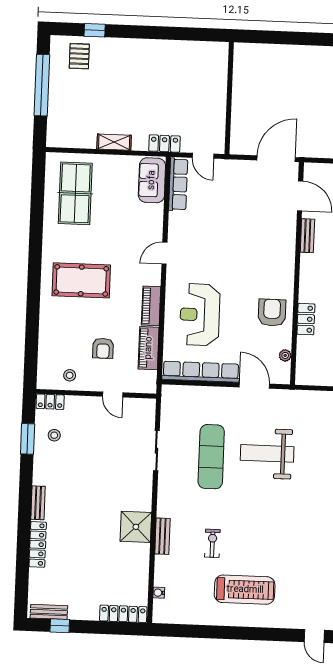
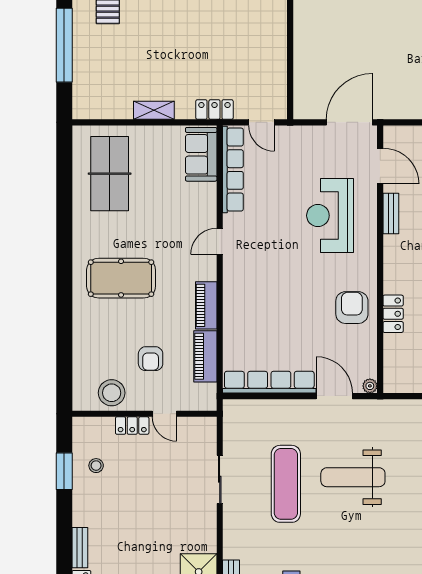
row of seats: (178, 184) -> (233, 170), width x1.36
reception desk: (200, 315) -> (330, 216), moved
plant: (285, 355) -> (370, 386), moved
stool: (70, 375) -> (112, 393), width x1.89, depth x1.89
locker: (50, 402) -> (132, 426), moved

